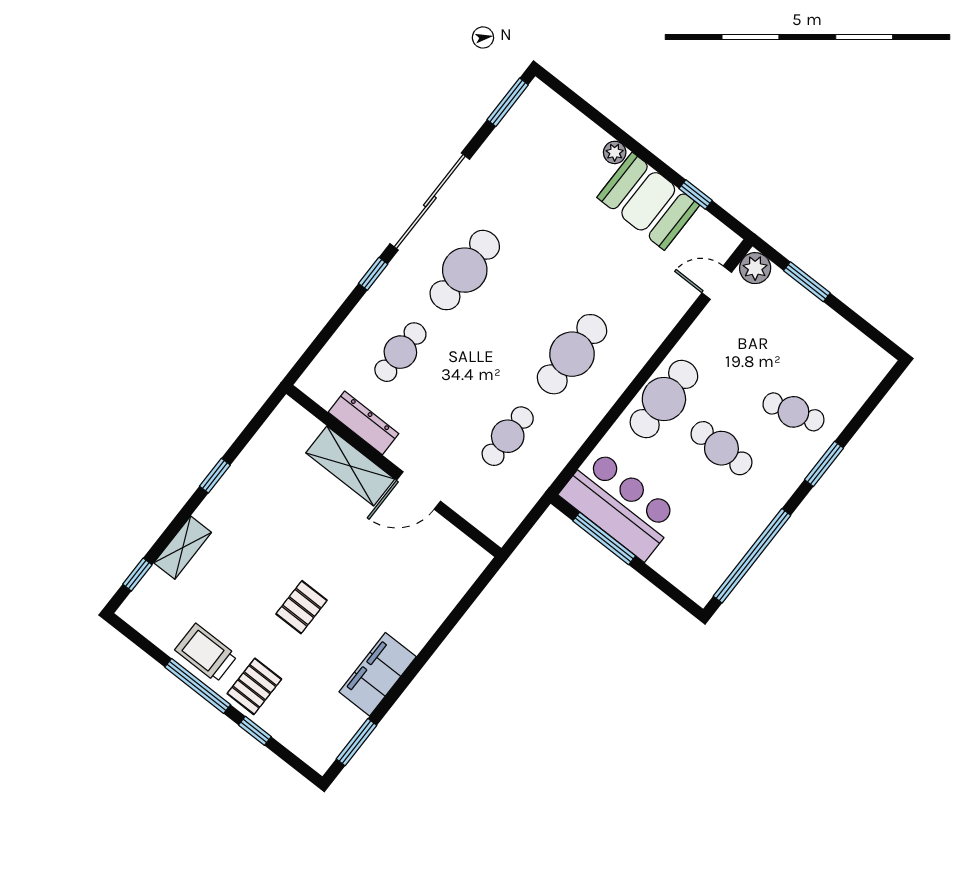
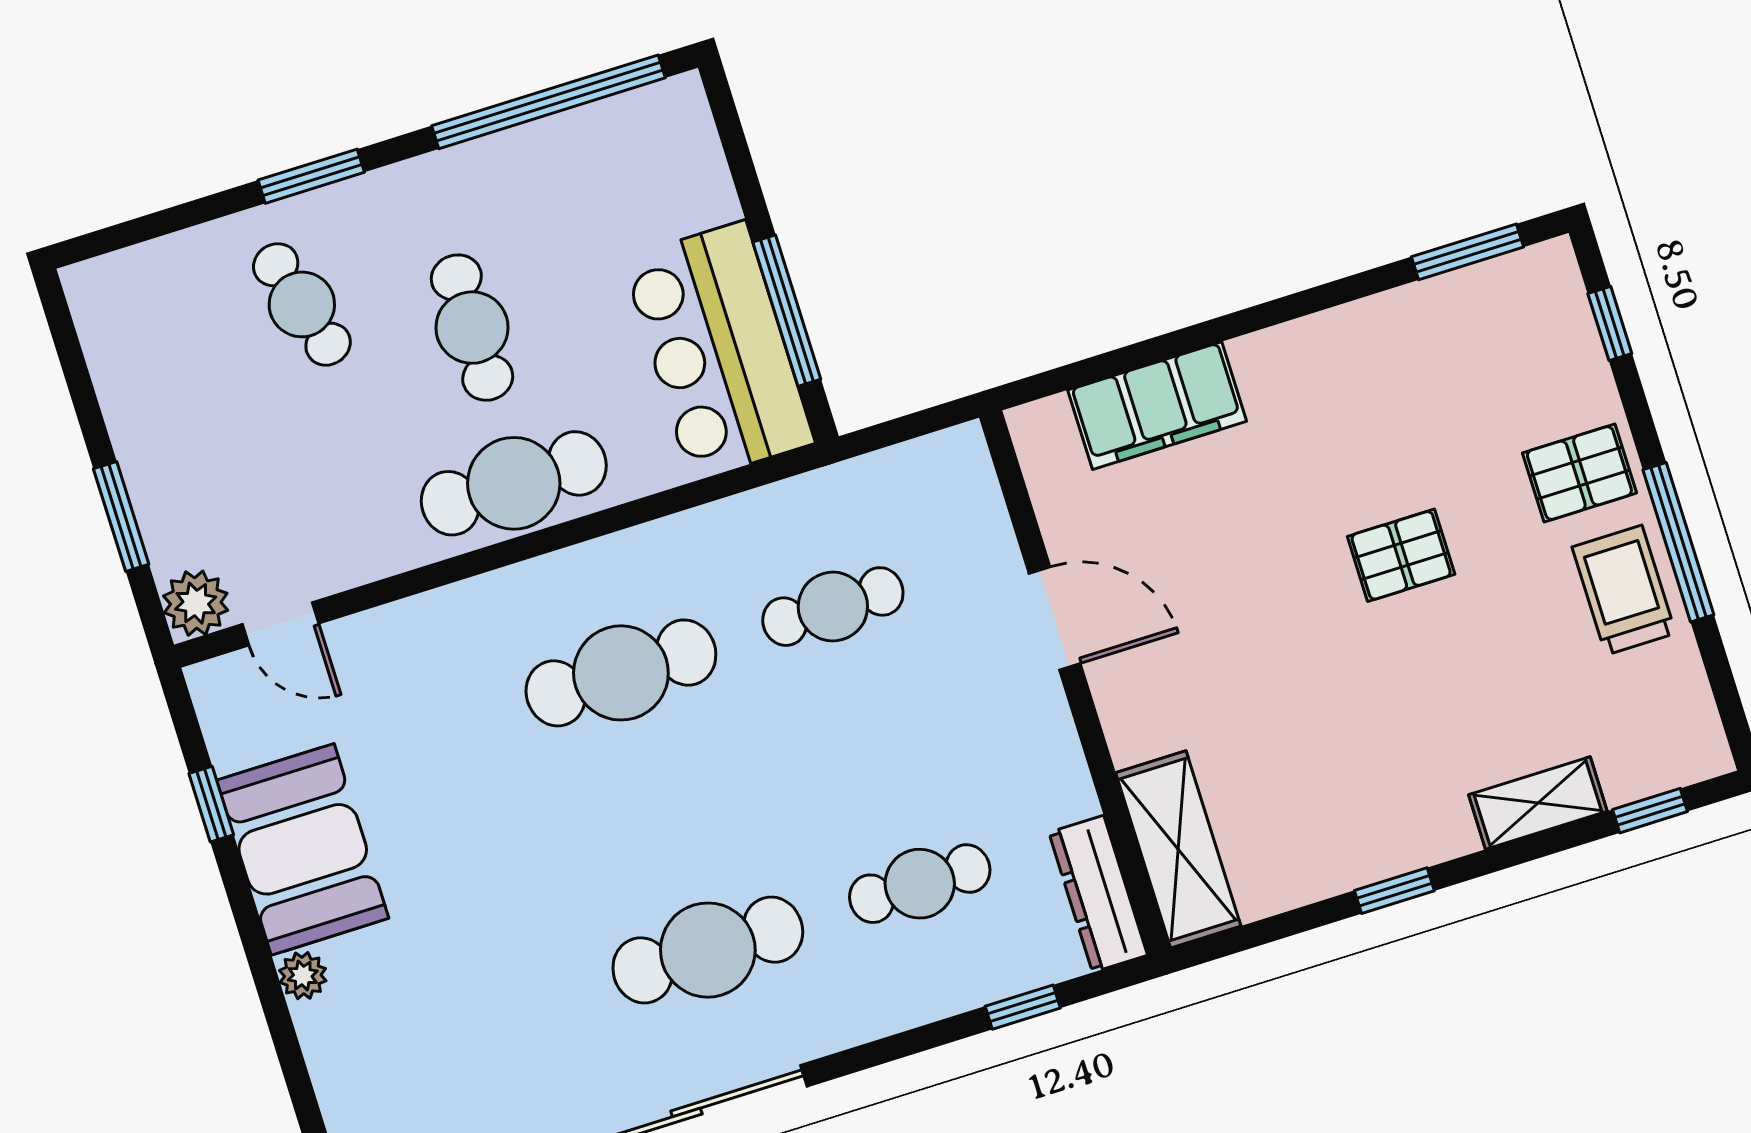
window: (373, 274) -> (1023, 1007), moved
dresser: (364, 423) -> (1098, 894), moved
shelving: (350, 466) -> (1178, 849), moved
trolley: (206, 653) -> (1624, 590), turned 180
filing cabinet: (378, 674) -> (1157, 406), moved
window: (255, 731) -> (1610, 323), moved

